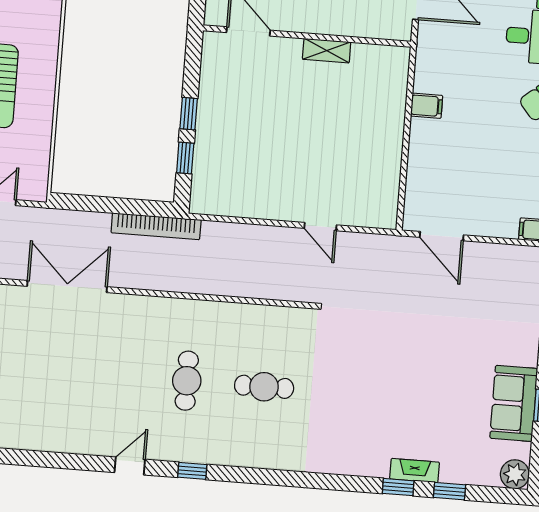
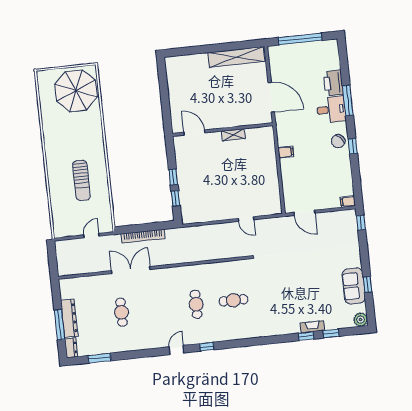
bookcase: (156, 226) -> (143, 236), moved
cafe table: (32, 369) -> (122, 312), added

